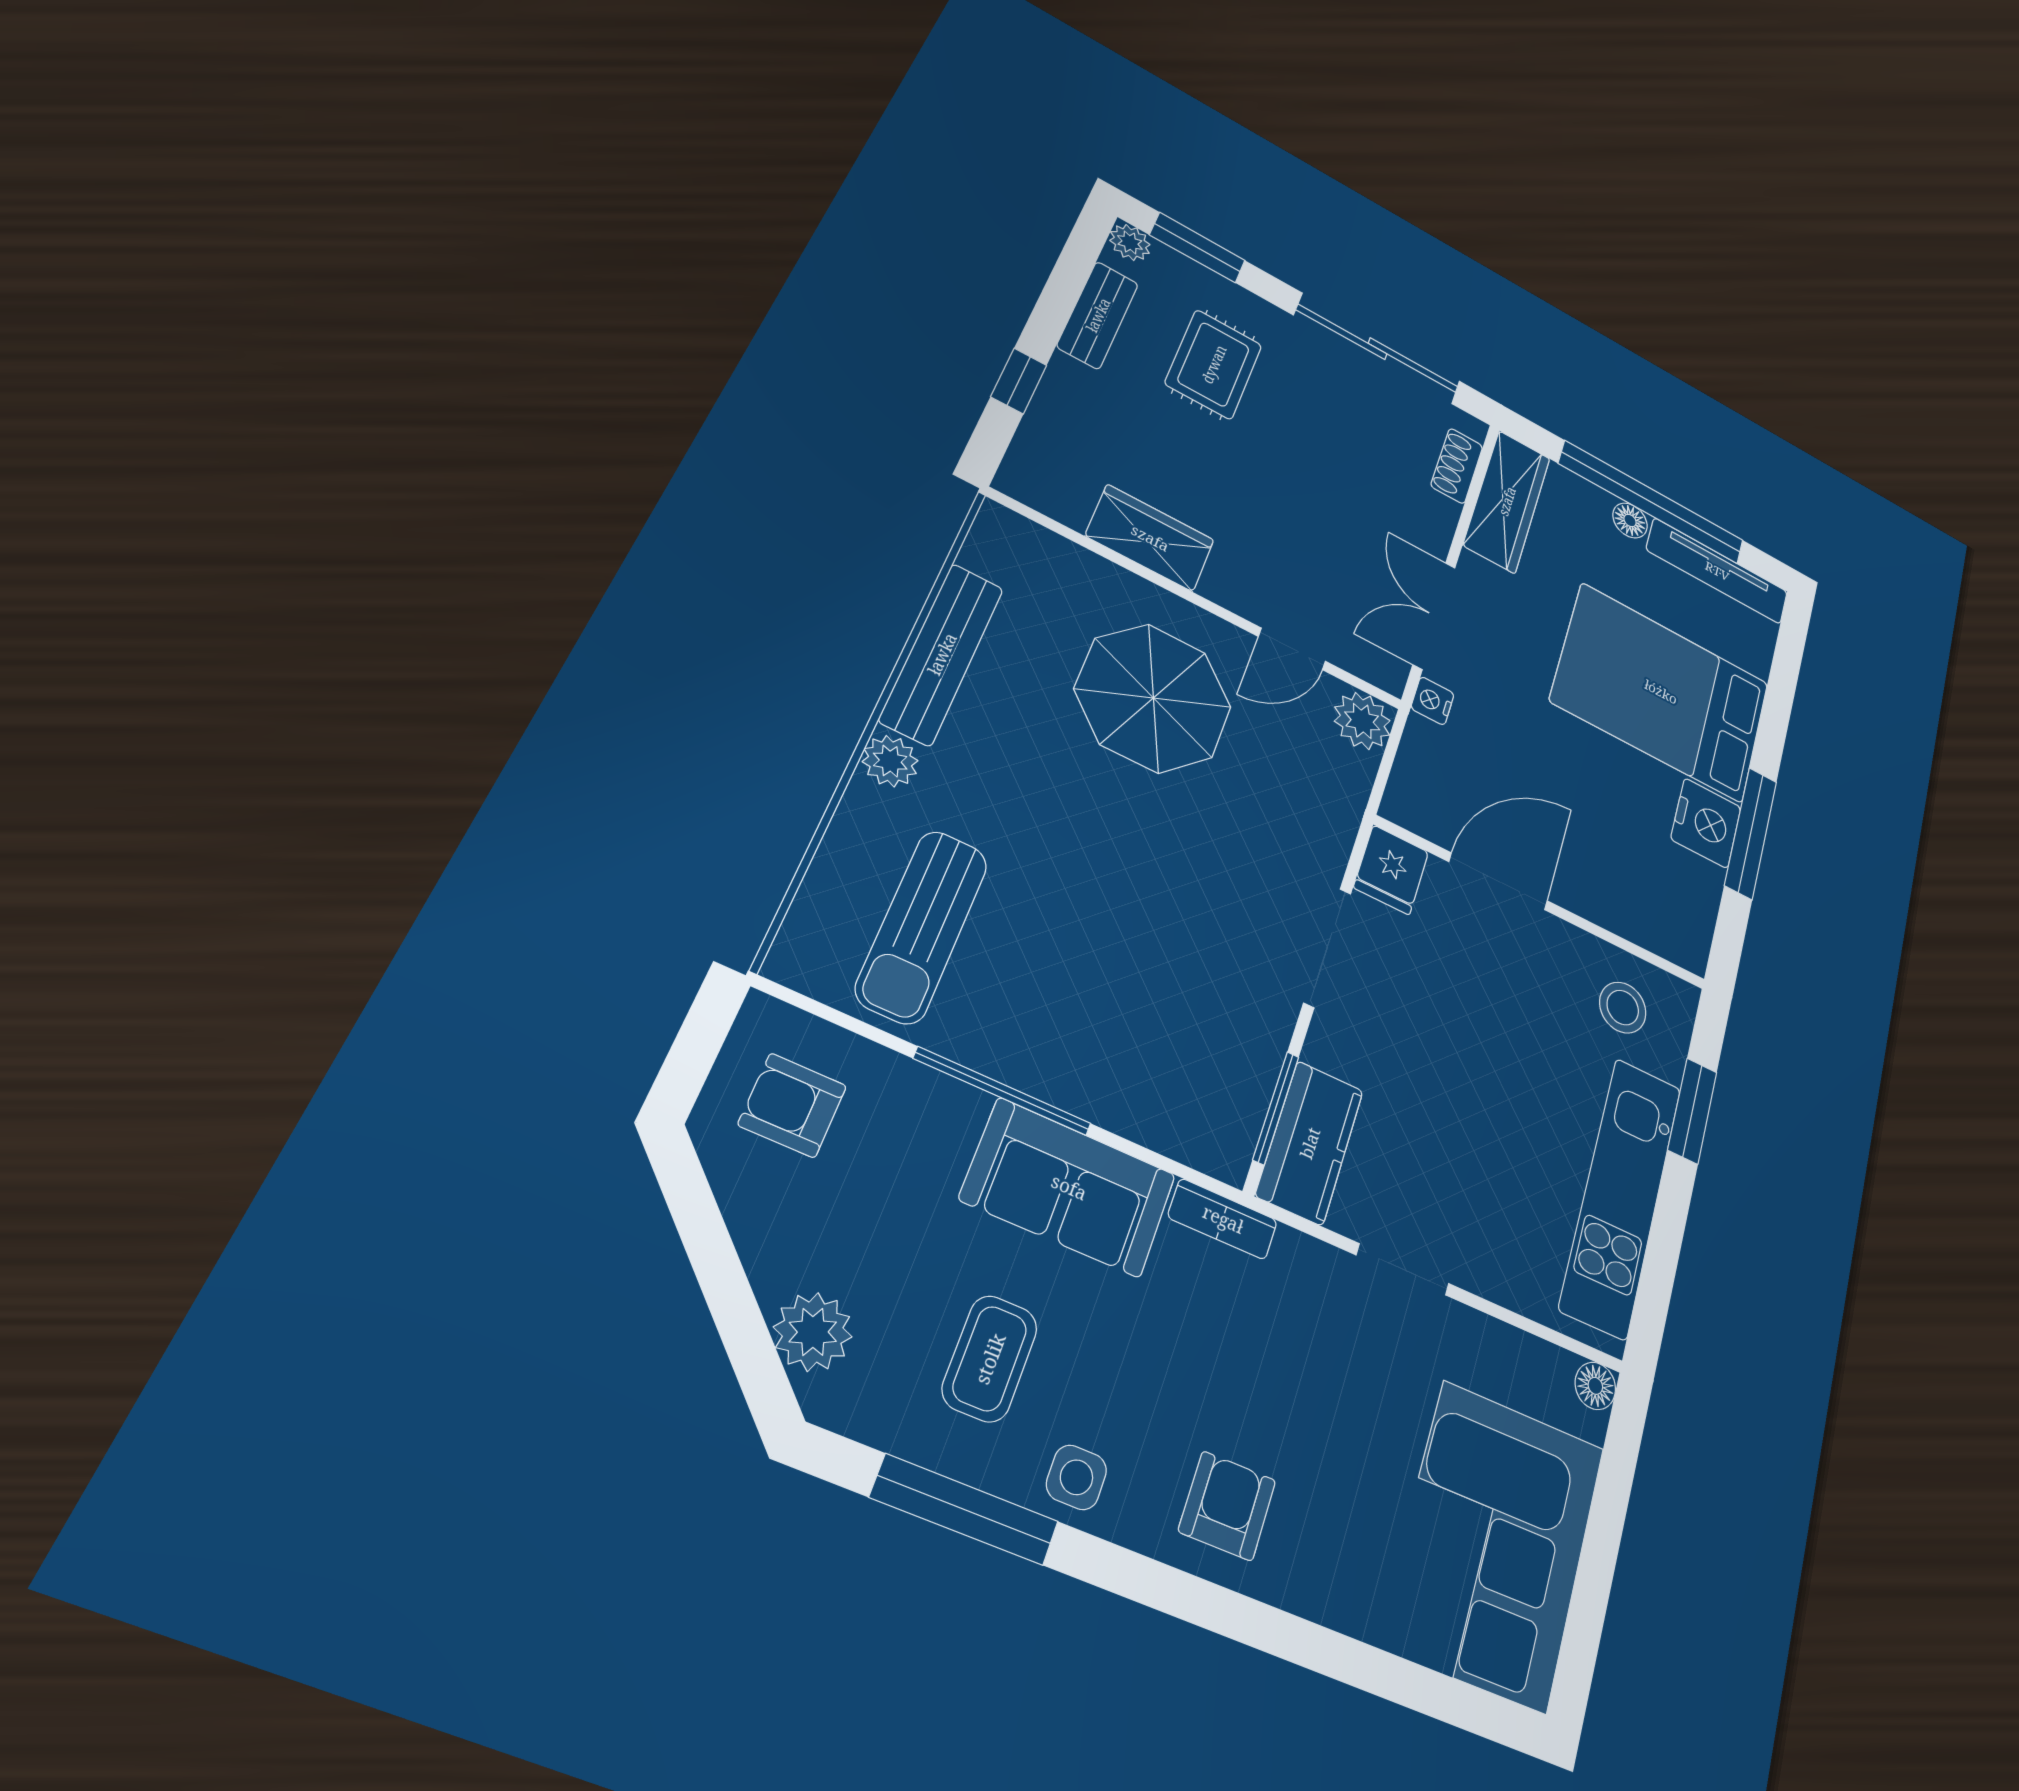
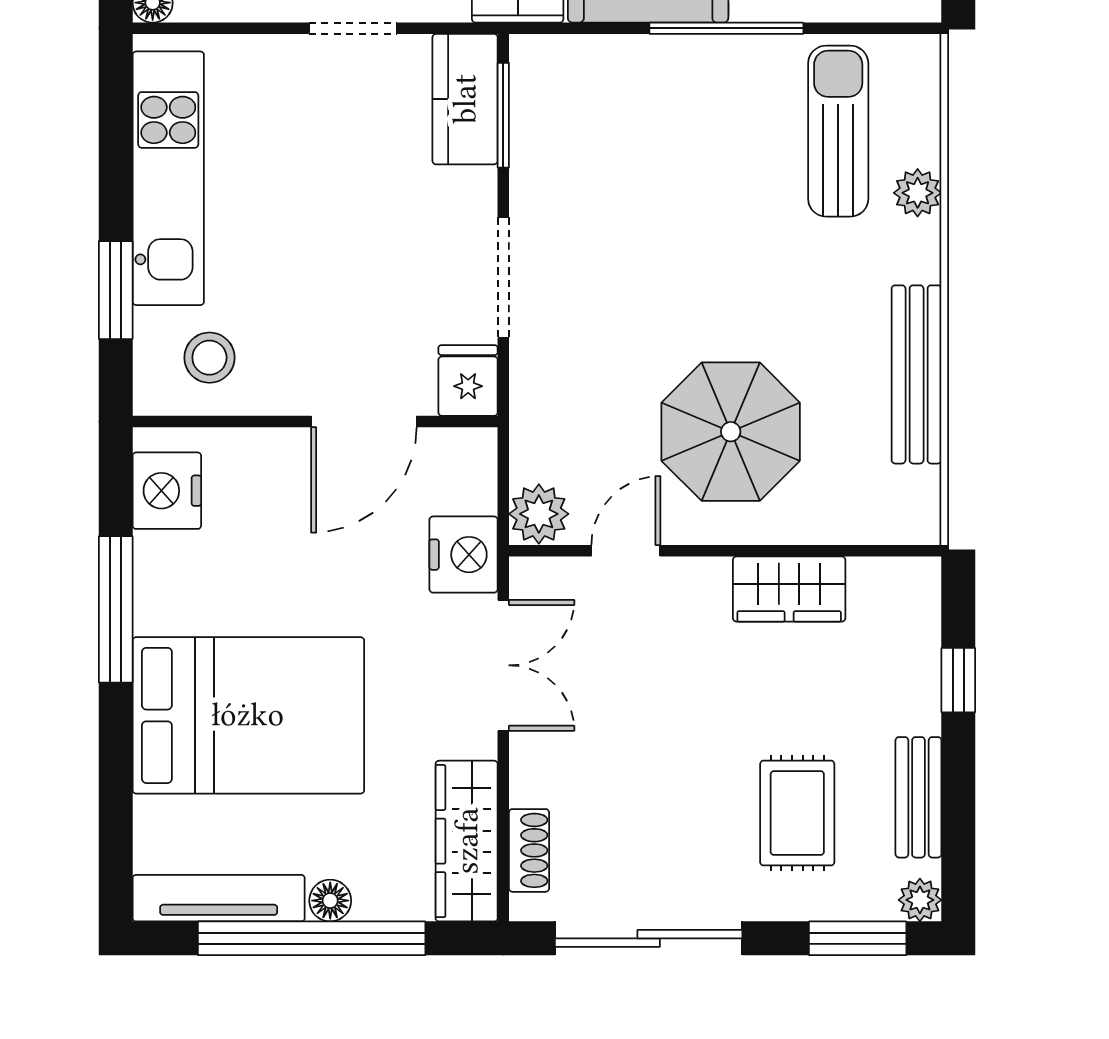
nightstand: (1433, 701) -> (464, 555), width x1.89, depth x1.79
plant: (890, 761) -> (918, 193), moved
nightstand: (1706, 823) -> (167, 491), moved

